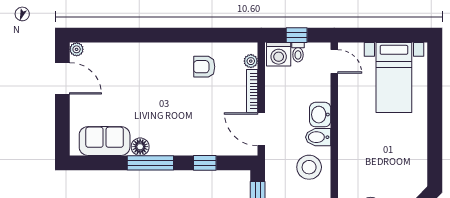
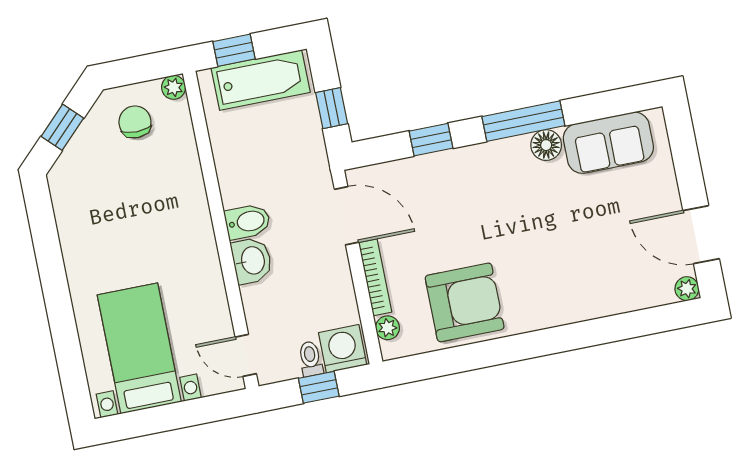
armchair: (204, 67) -> (465, 302), width x1.88, depth x1.88
stool: (309, 167) -> (253, 168), removed

